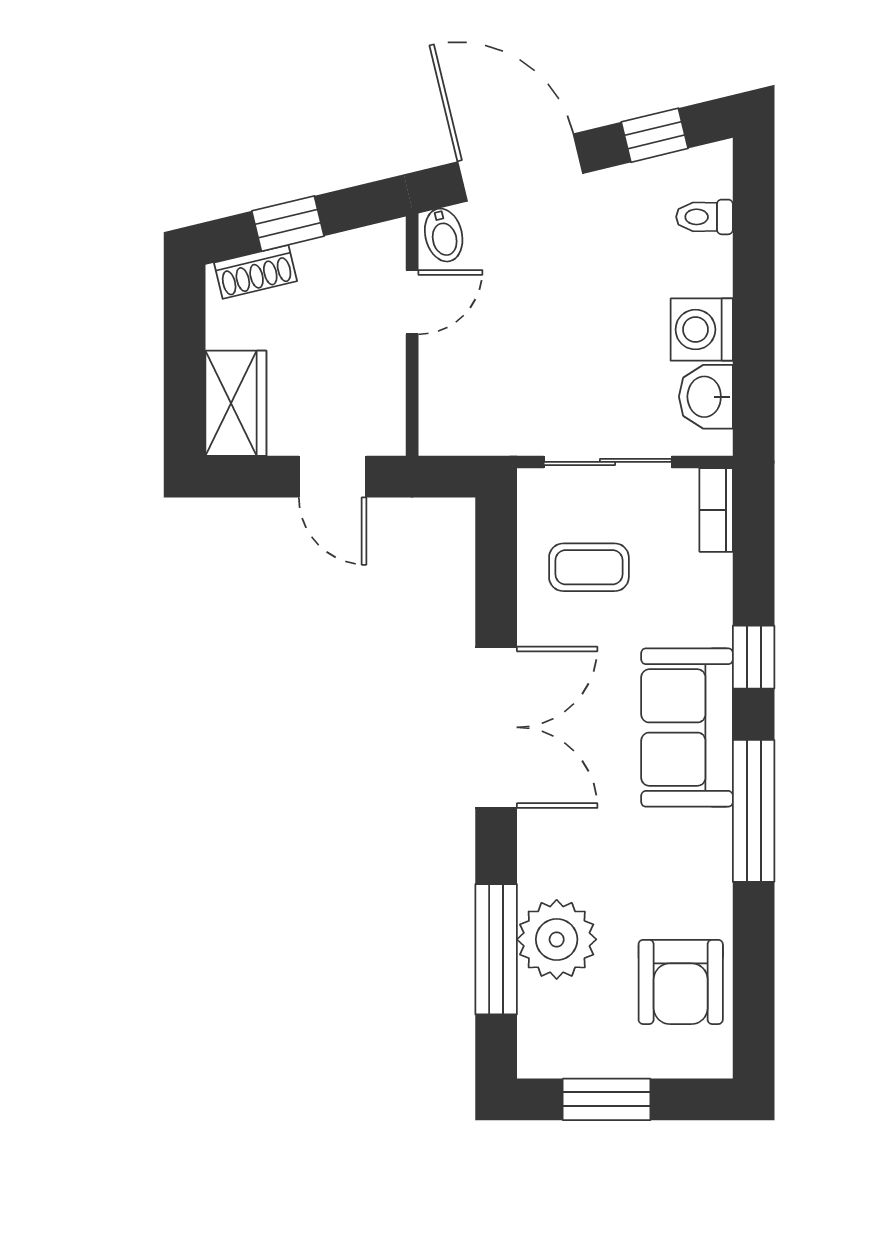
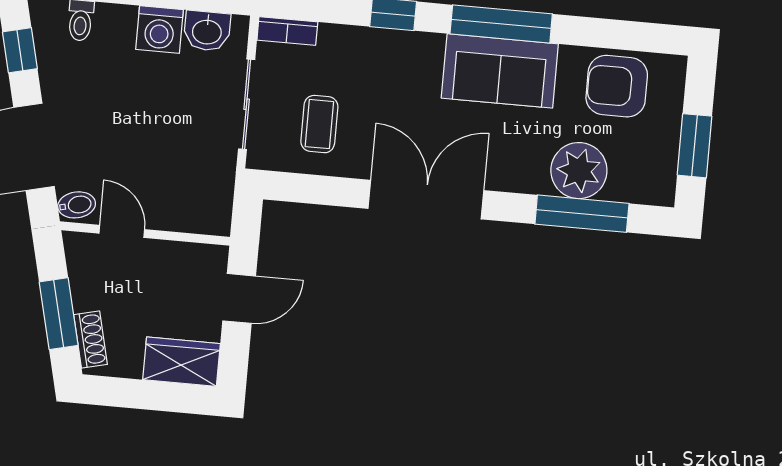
window: (288, 224) -> (59, 314), width x1.50
sofa: (687, 728) -> (500, 71), moved
armchair: (681, 982) -> (617, 86), turned 180

